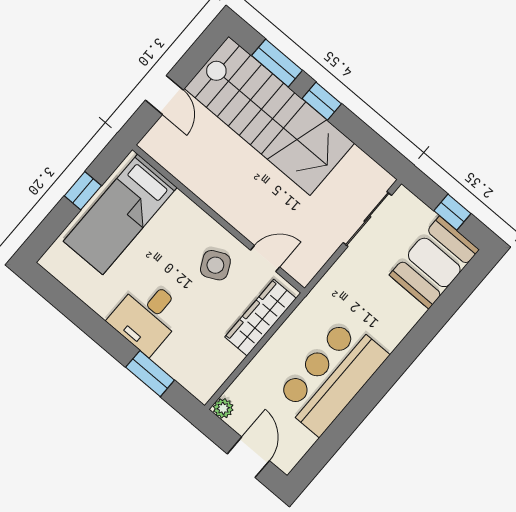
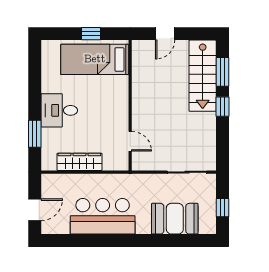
stairs: (269, 116) -> (203, 76), width x0.73, depth x0.66
booth: (434, 262) -> (175, 219), moved
side table: (215, 265) -> (108, 122), removed
wardrobe: (261, 318) -> (79, 162), moved
plant: (223, 408) -> (47, 180), removed

